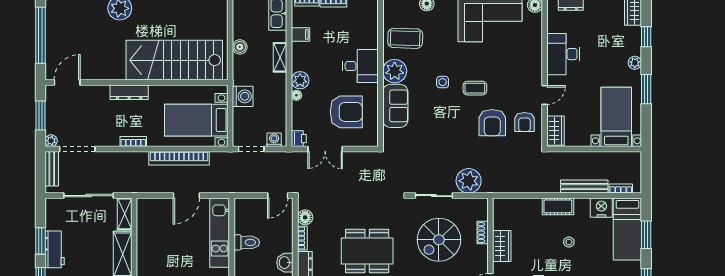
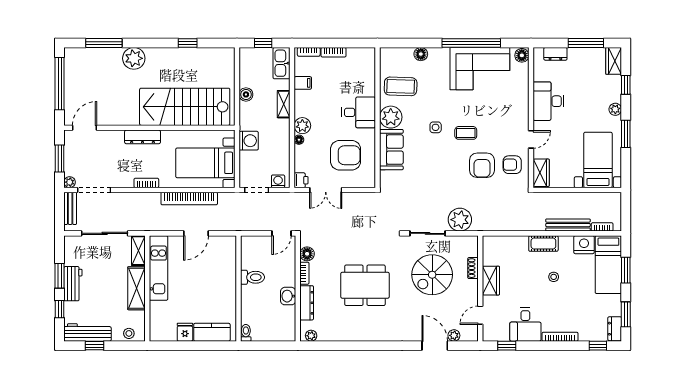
armchair: (524, 122) -> (512, 165), turned 90
kitchen unit: (220, 233) -> (159, 268), moved, turned 180

